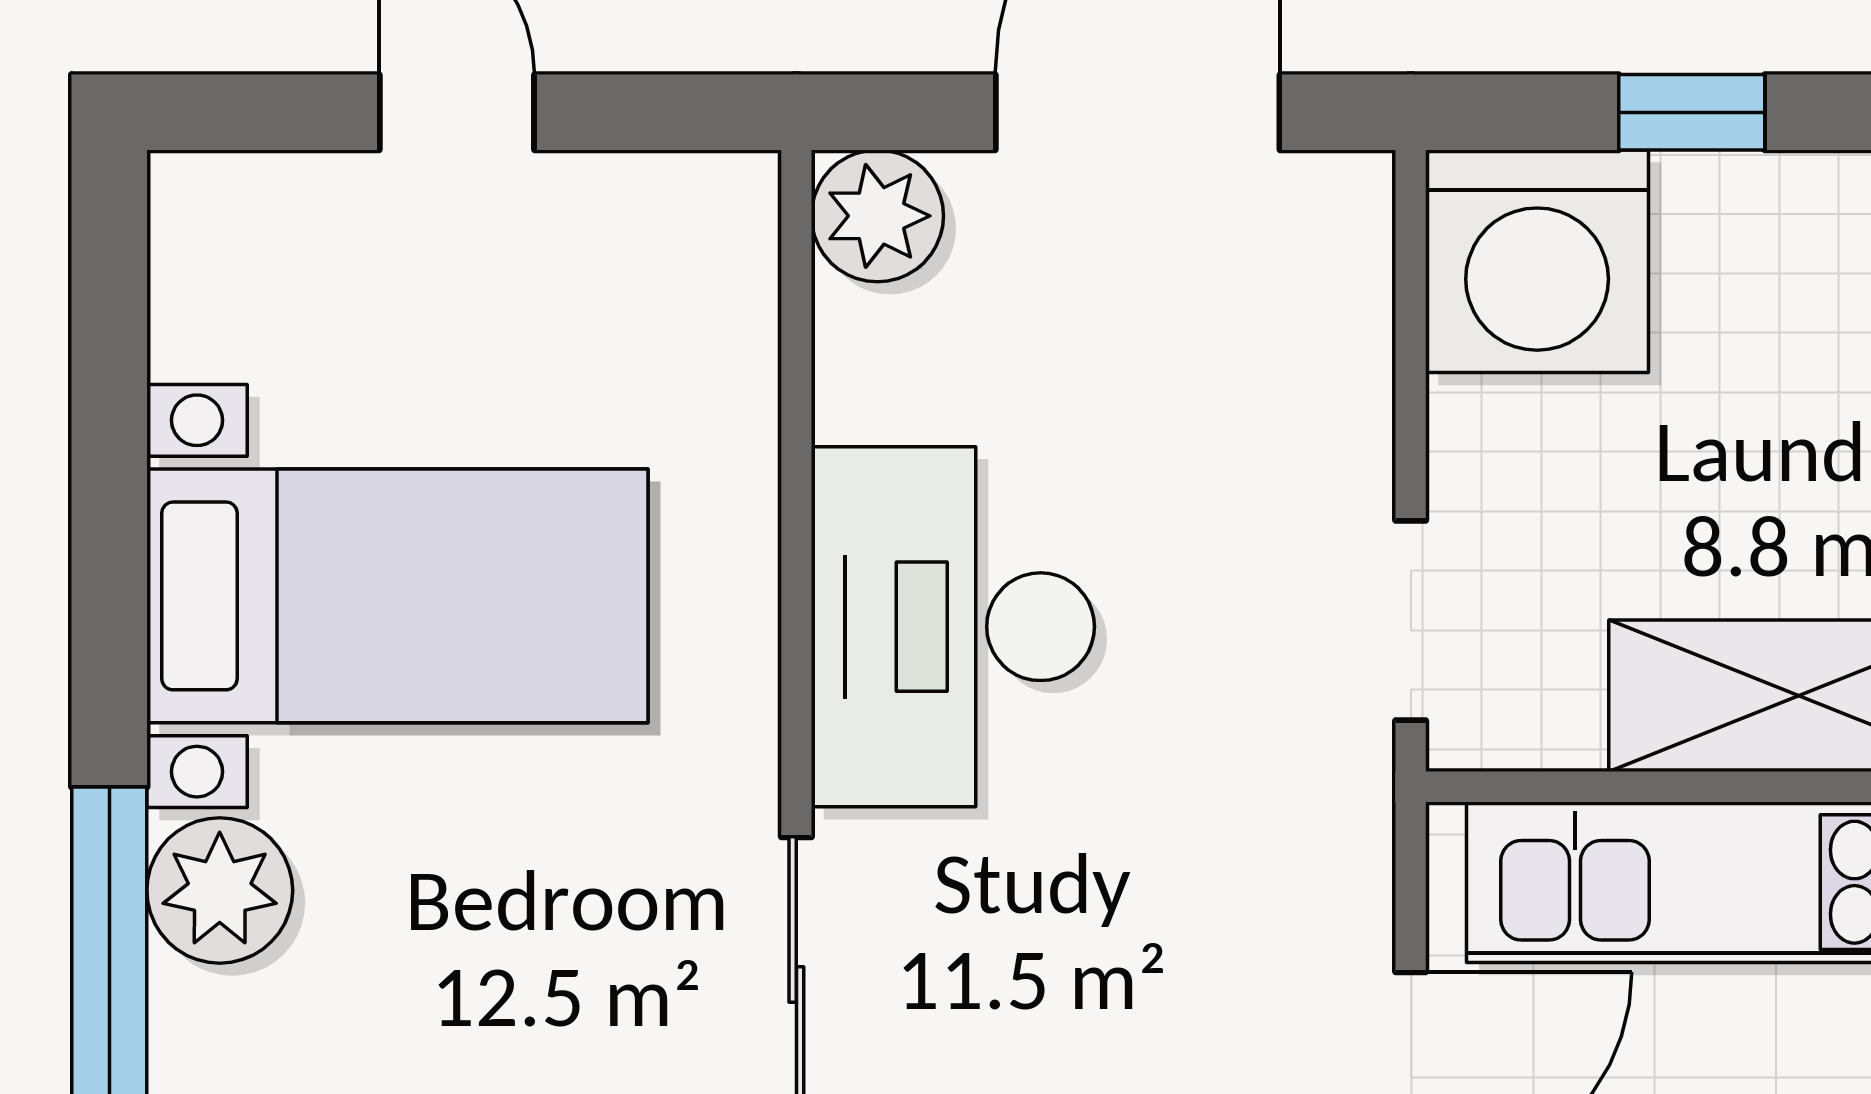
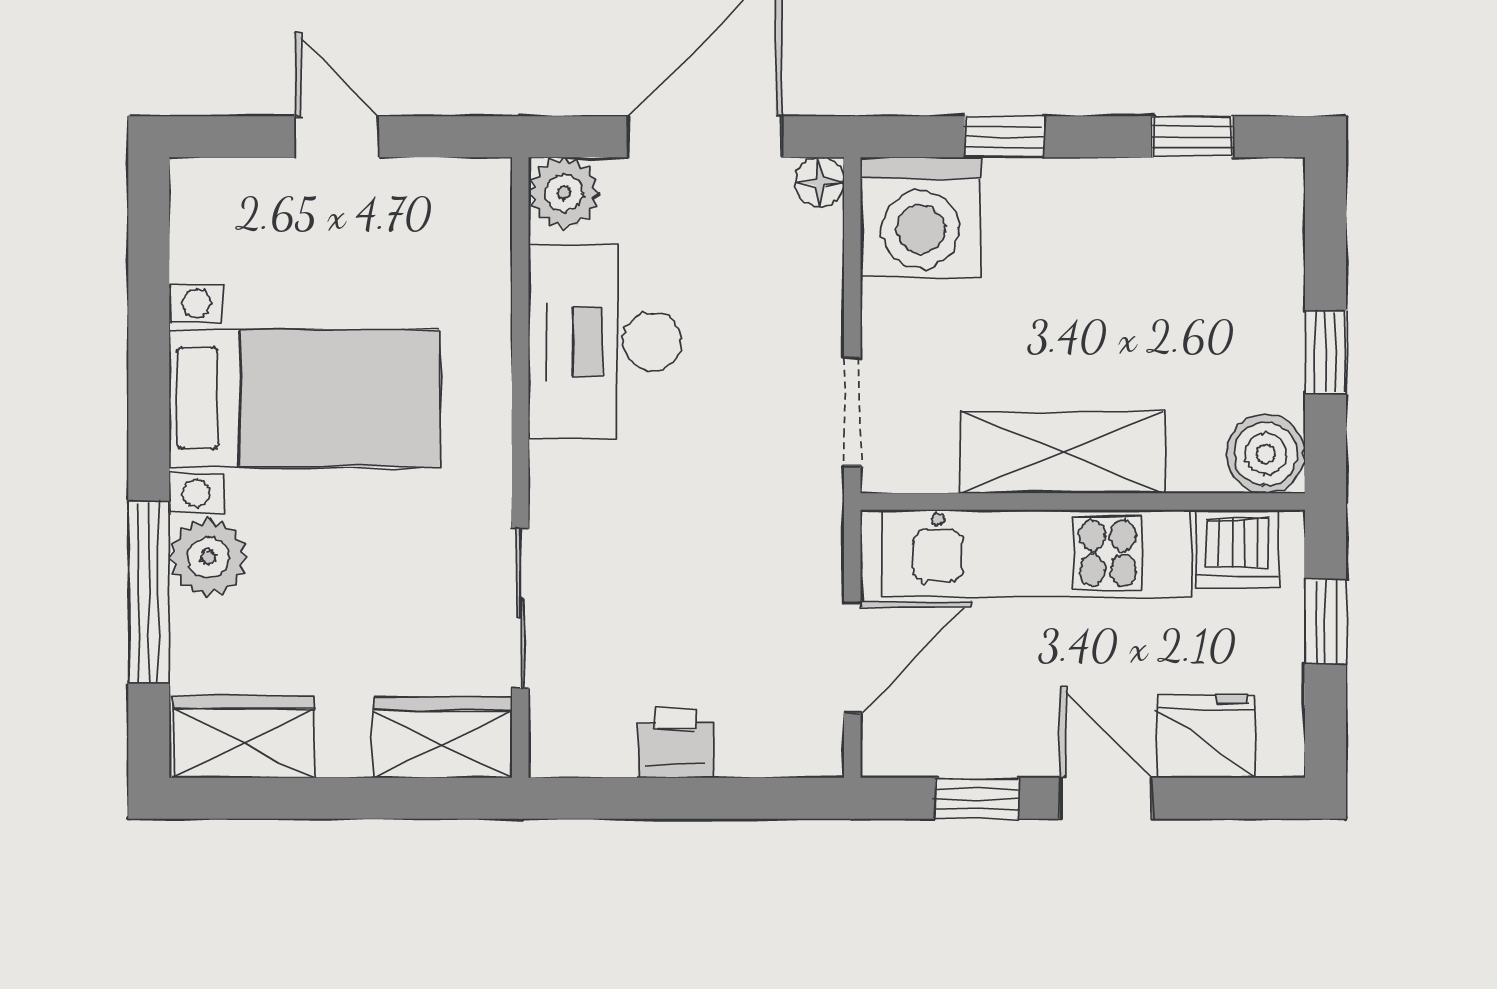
floor lamp: (1350, 196) -> (819, 182), added
desk: (953, 627) -> (605, 342), moved

